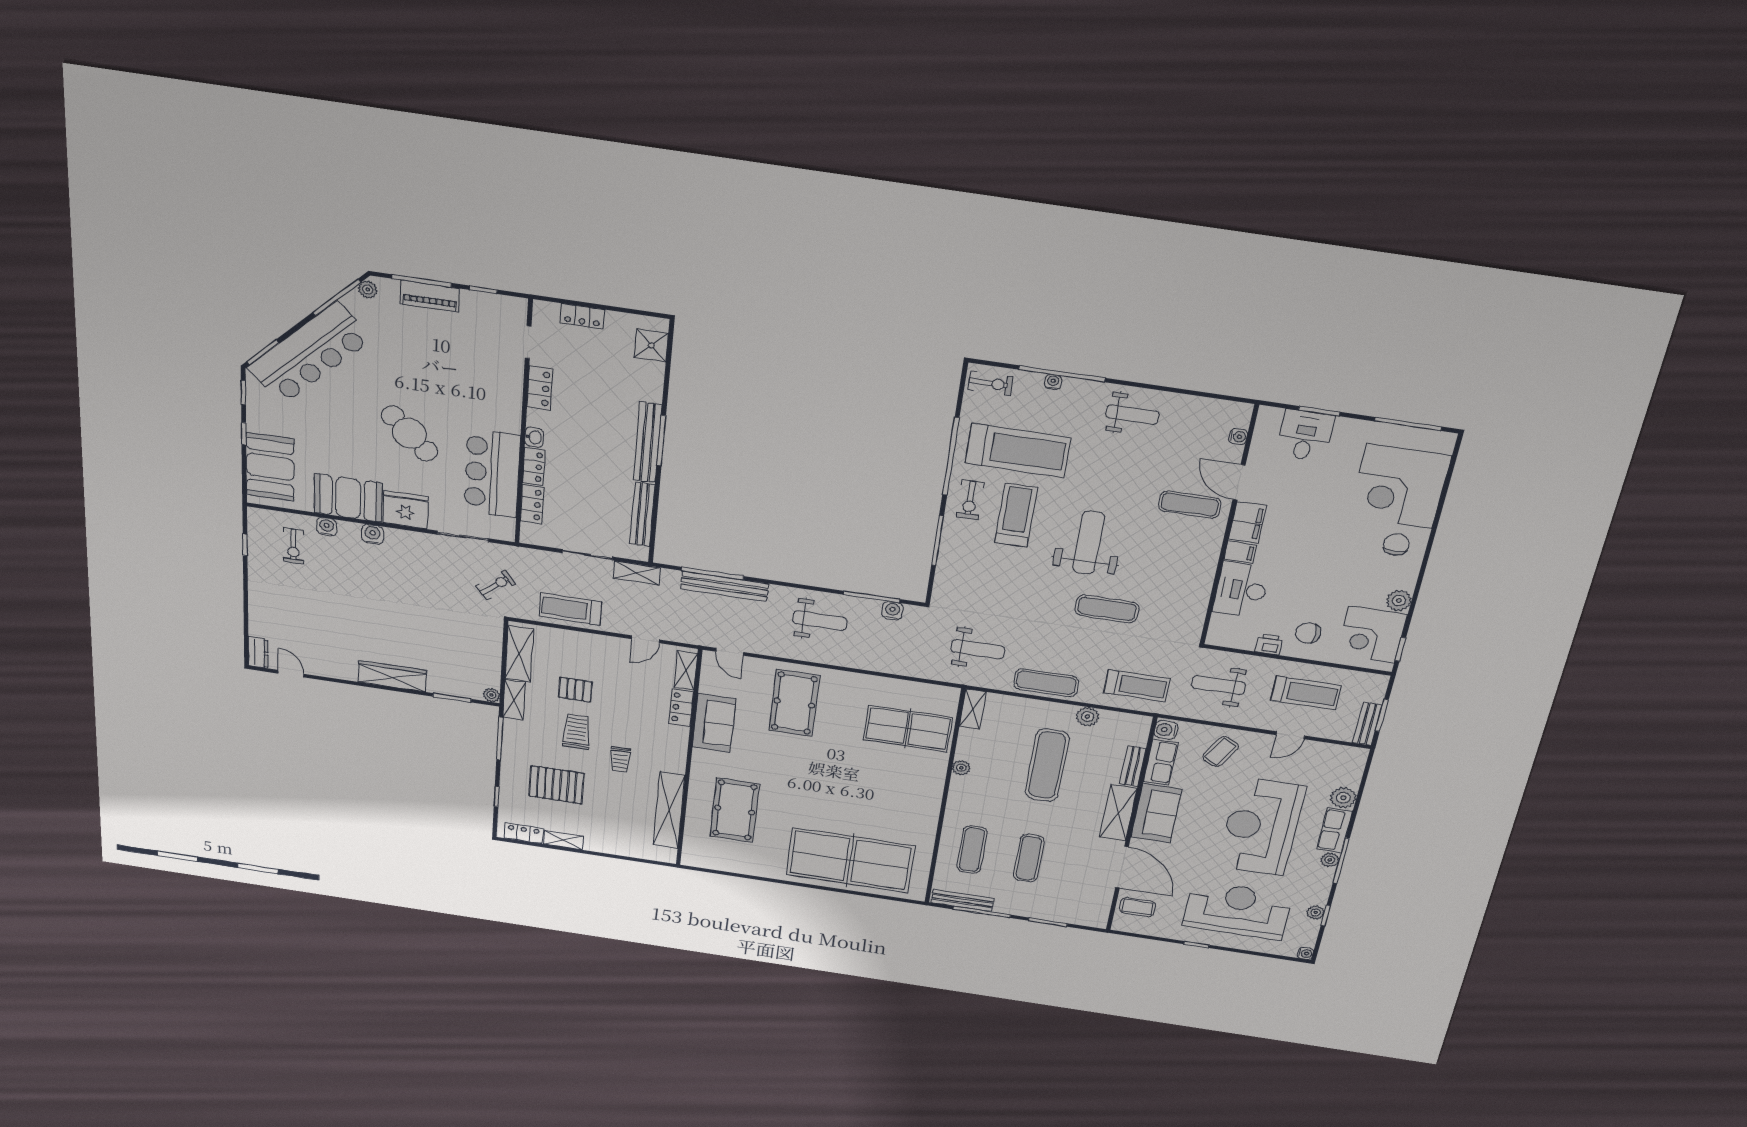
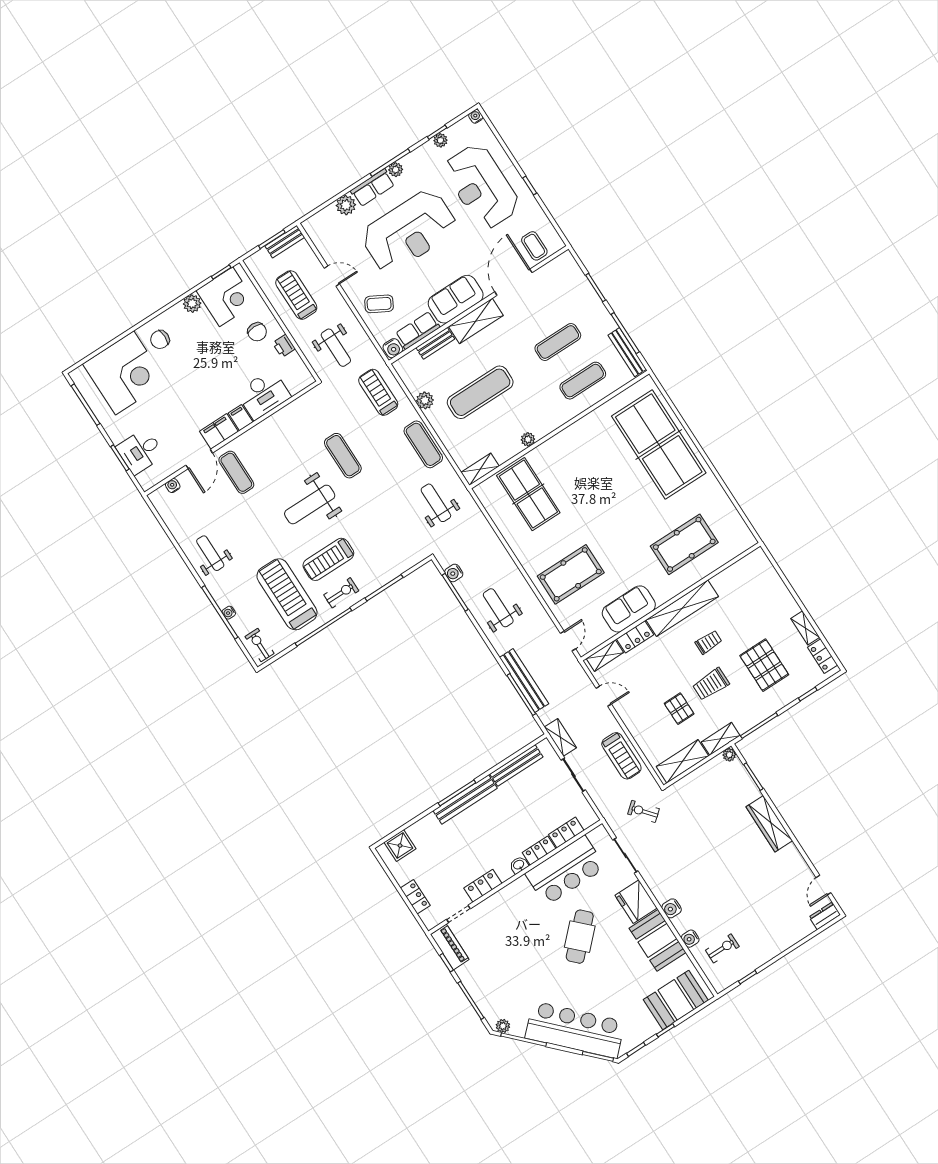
piano: (430, 296) -> (450, 947), moved
shelving: (669, 810) -> (682, 608), moved

